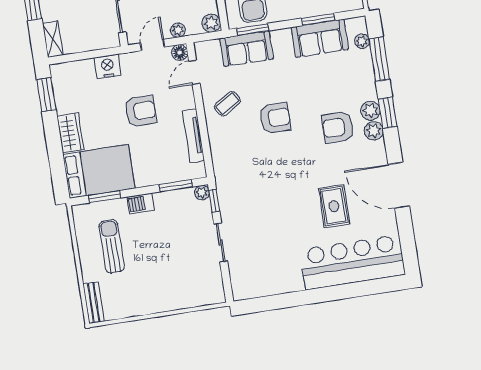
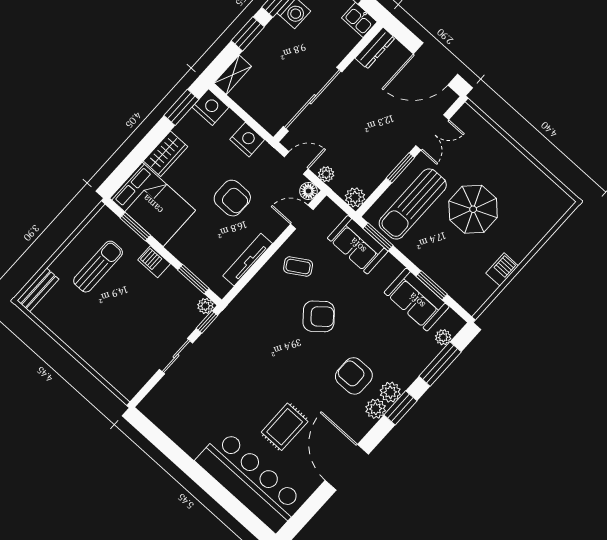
nightstand: (63, 74) -> (210, 107), added
armchair: (275, 118) -> (319, 316), turned -40

